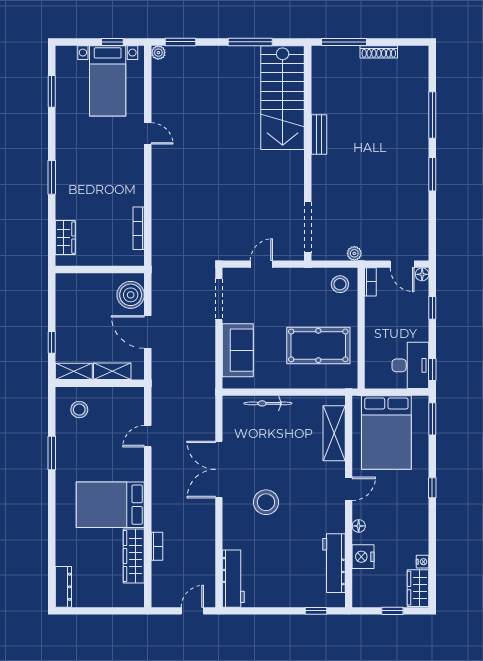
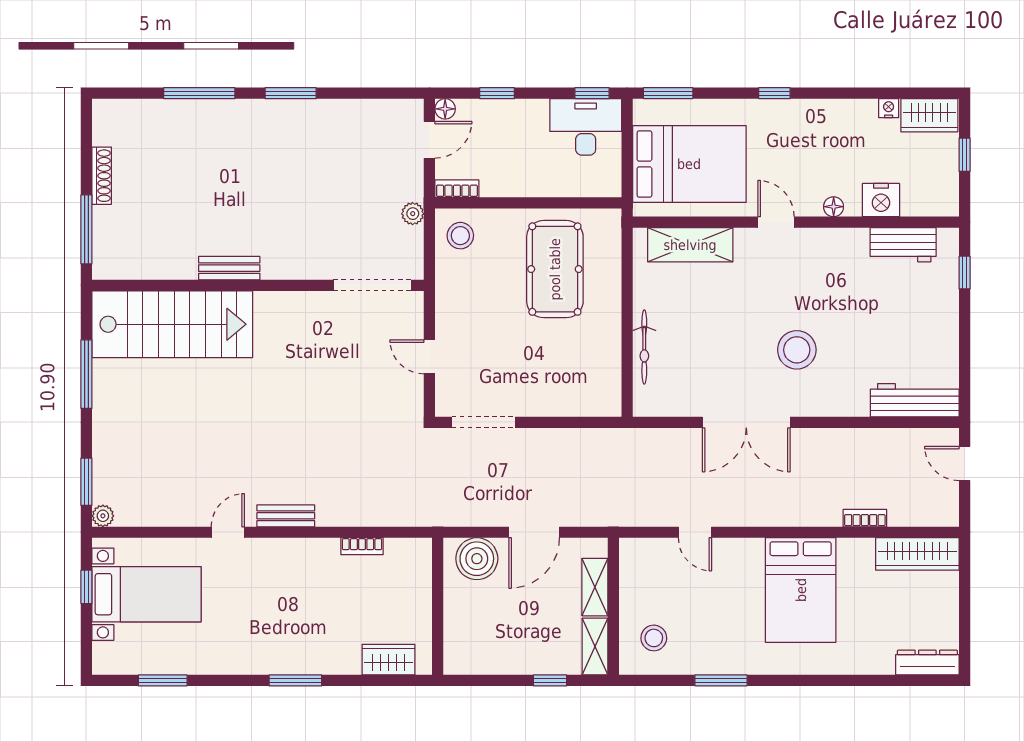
bench: (158, 171) -> (286, 516), added
bookcase: (139, 228) -> (362, 546), width x0.64
sofa: (238, 350) -> (562, 393), removed
wardrobe: (134, 556) -> (917, 554), moved
workbench: (334, 563) -> (903, 245), width x0.73

